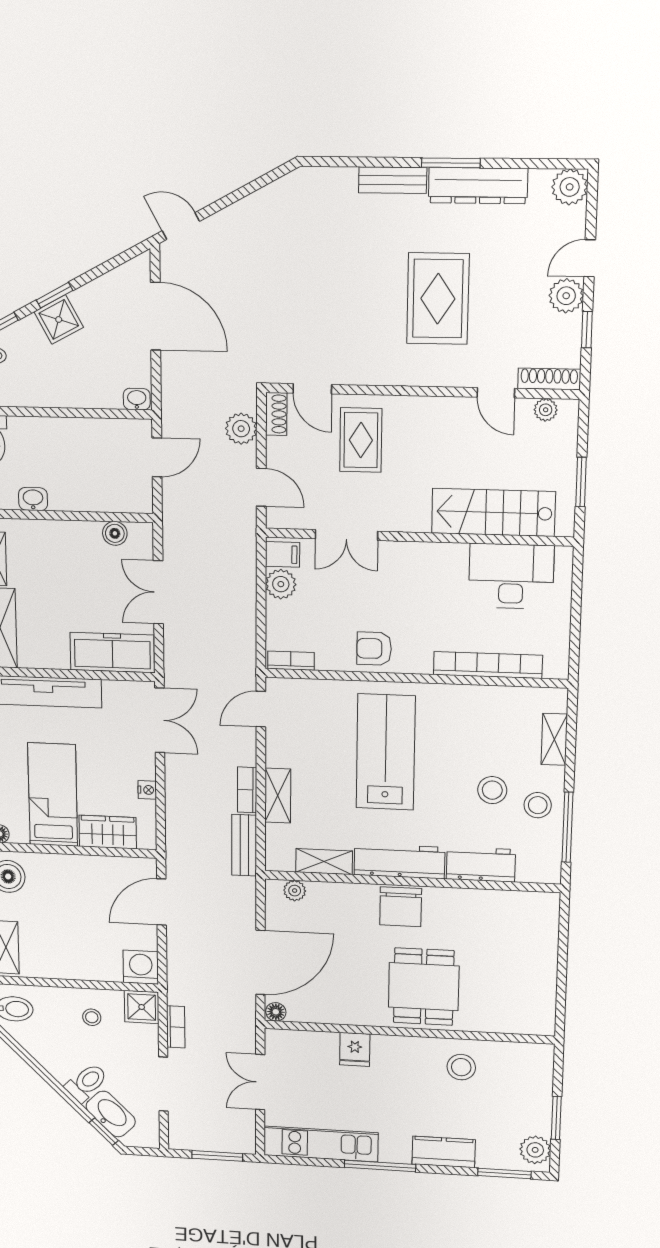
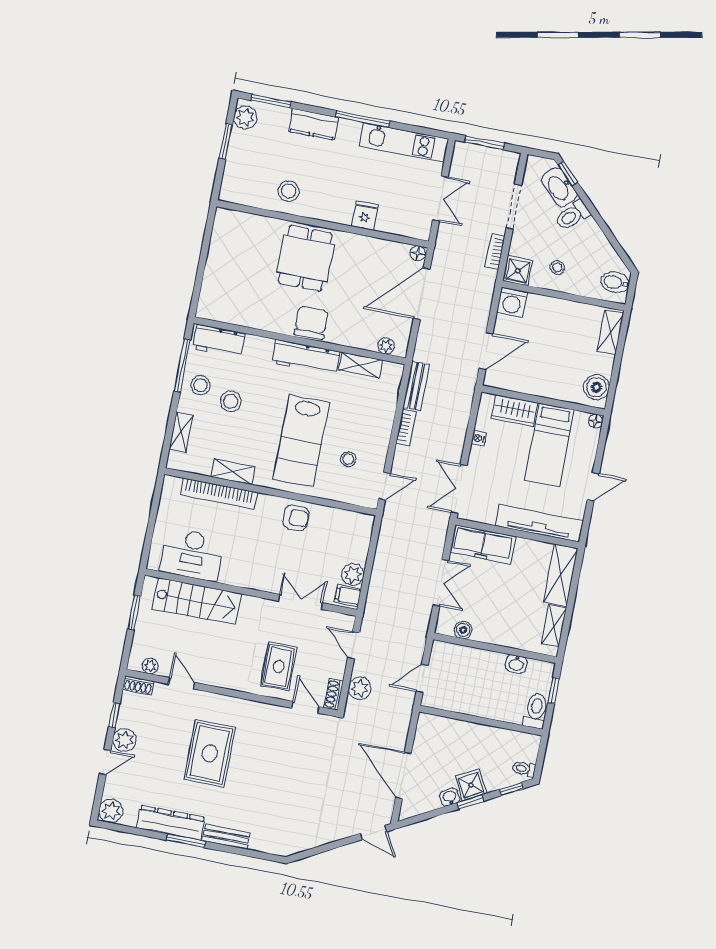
shoe rack: (549, 379) -> (138, 685), width x0.70
washbasin: (137, 399) -> (450, 797), moved, turned 151
bookcase: (291, 661) -> (356, 518), removed
stool: (317, 737) -> (348, 459), added
shelving: (278, 796) -> (233, 472), moved, turned 90
workbench: (481, 864) -> (219, 341), moved

